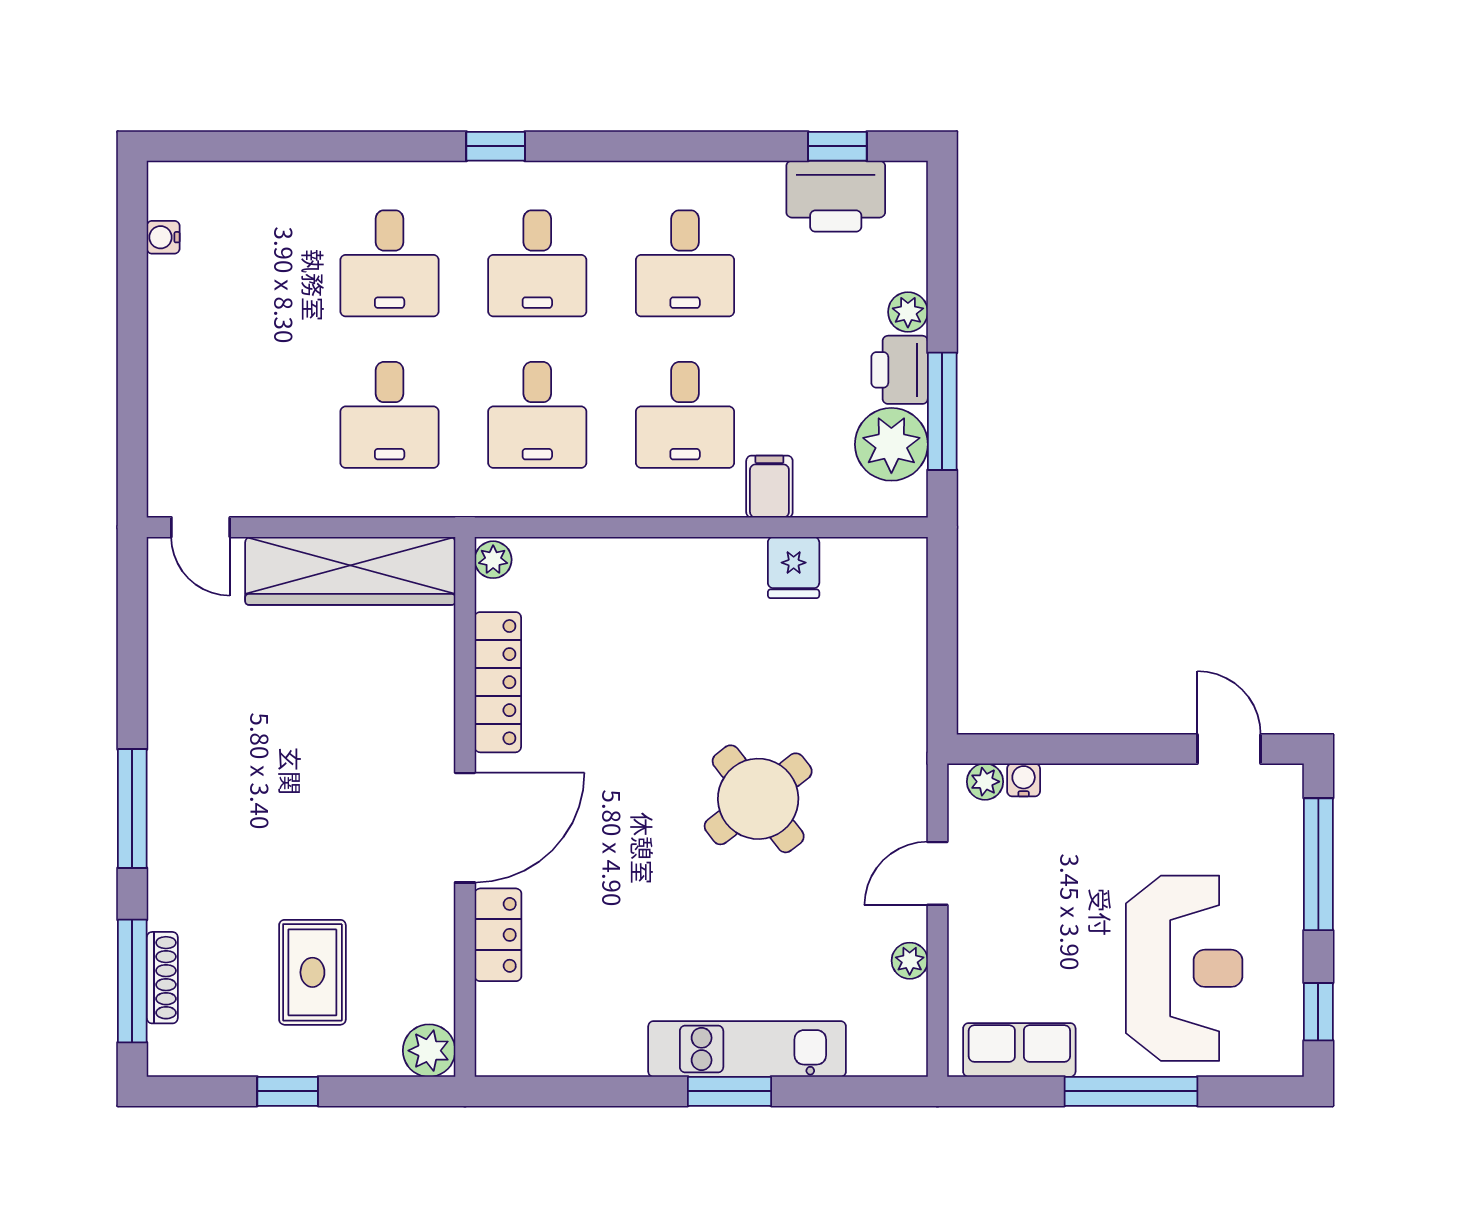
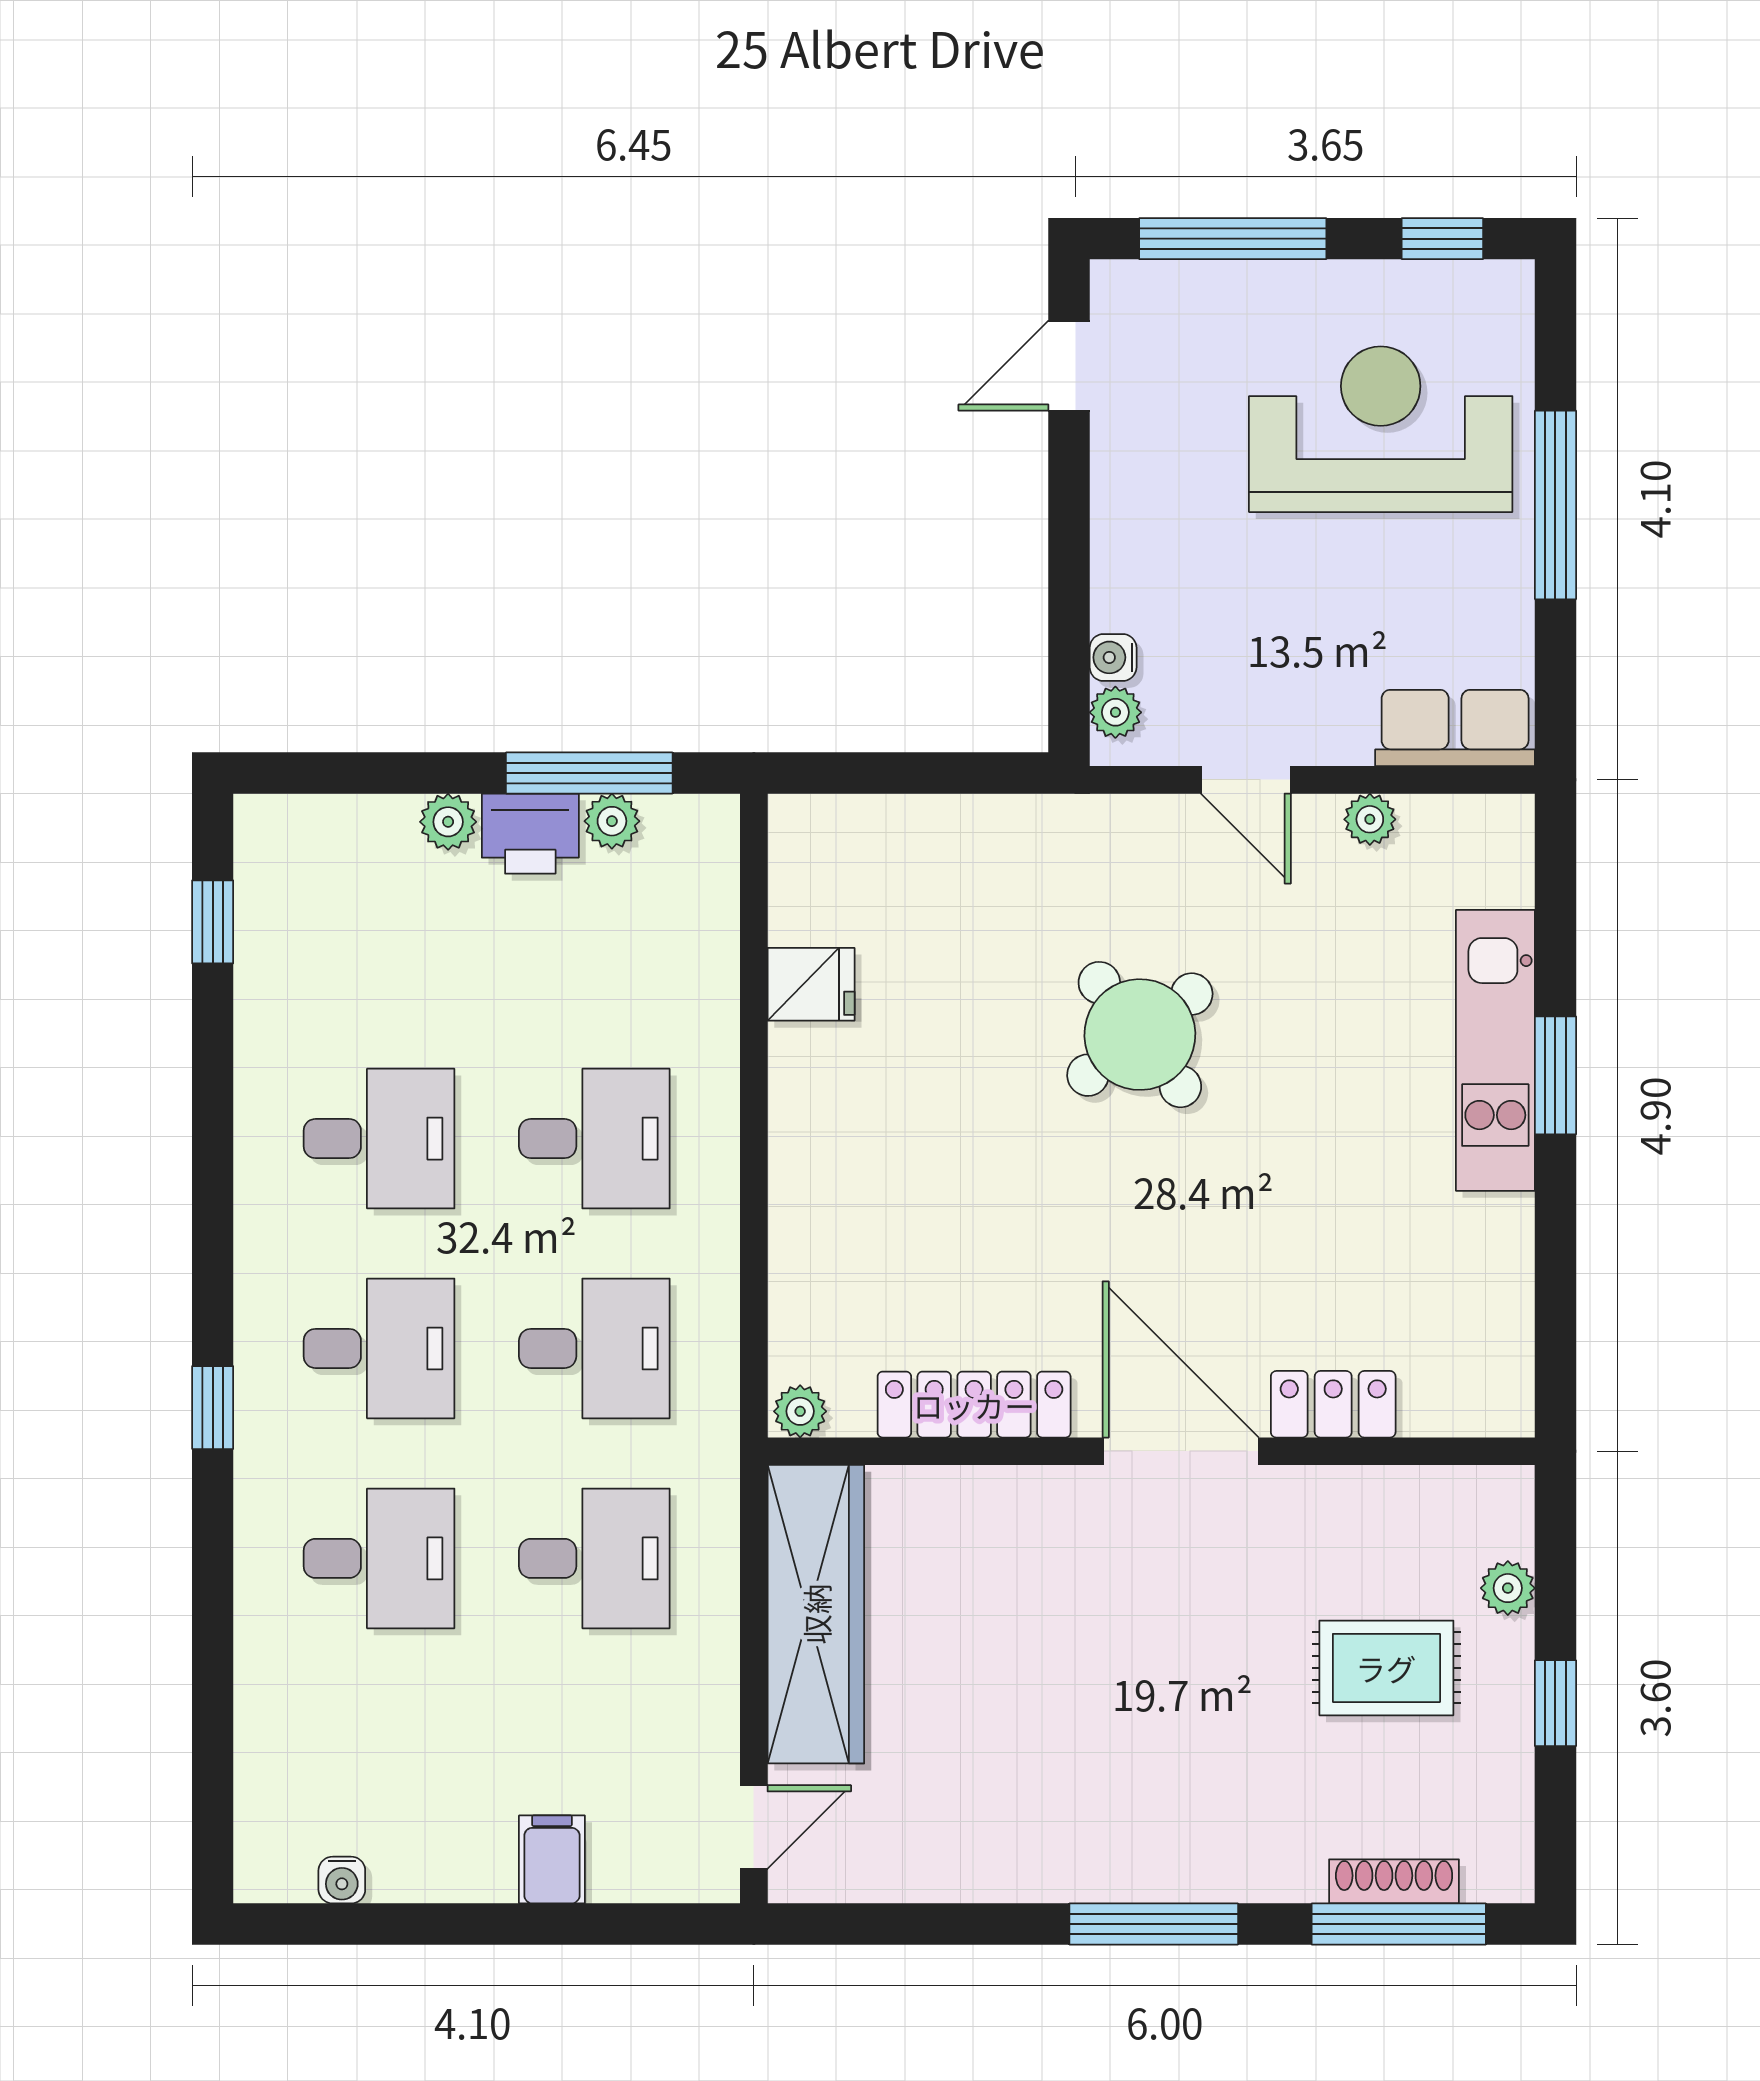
printer: (836, 196) -> (284, 924), removed
plant: (891, 444) -> (612, 821), width x0.53, depth x0.53
filing cabinet: (769, 487) -> (552, 1859), moved, turned 90
row of seats: (1019, 1050) -> (1455, 728), moved, turned 90
plant: (429, 1051) -> (1508, 1588), moved, width x0.73, depth x0.73

